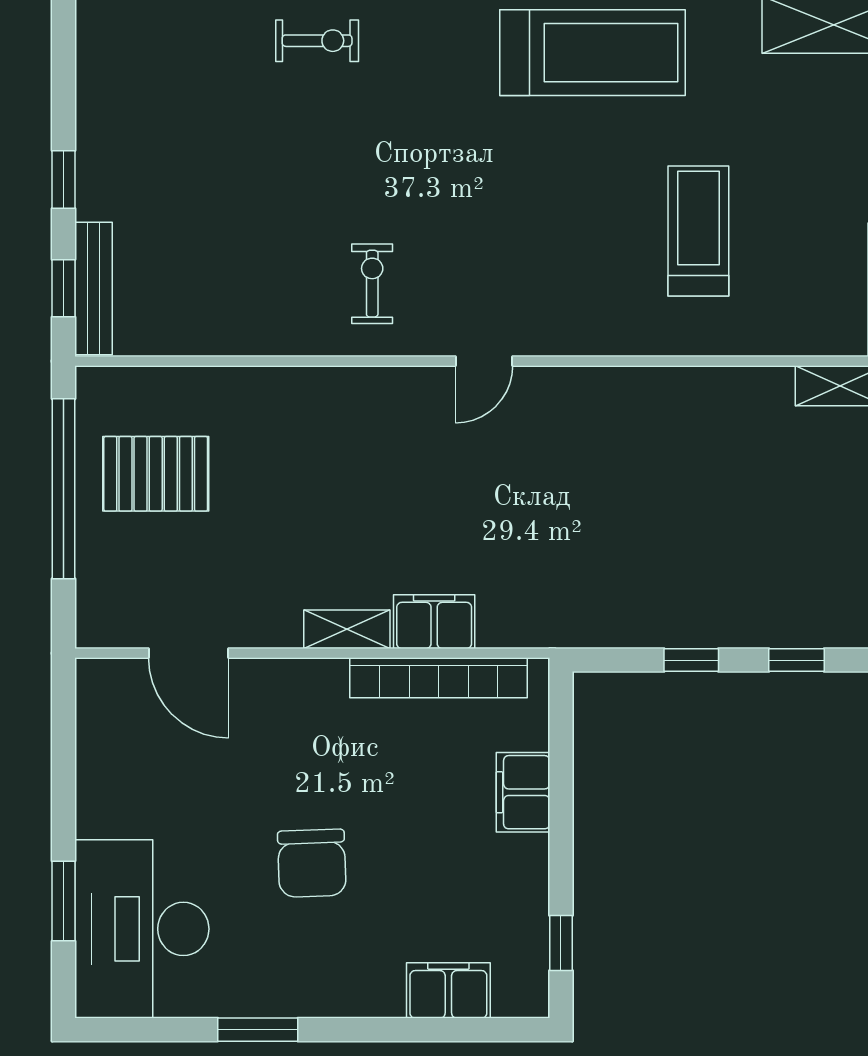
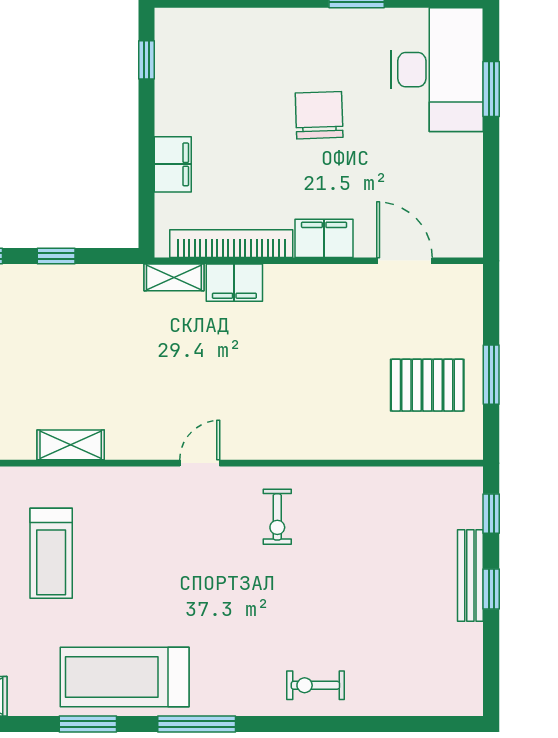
bench: (94, 289) -> (470, 576), moved
shelving: (670, 387) -> (71, 445), added
window: (64, 489) -> (491, 375), width x0.47
shelving: (347, 629) -> (174, 277), moved
filing cabinet: (448, 990) -> (324, 238), moved, turned 180

